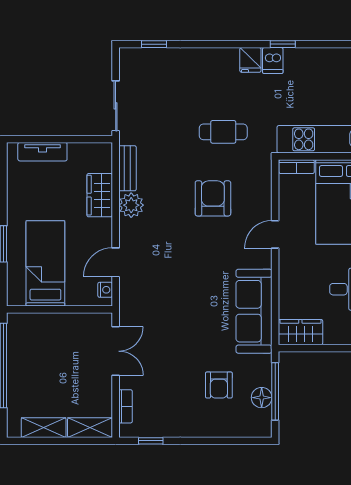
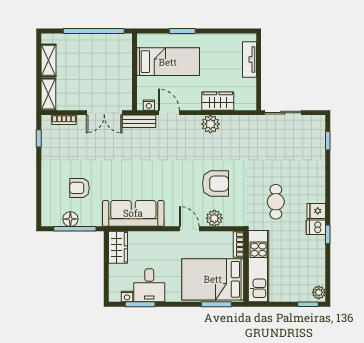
cafe table: (223, 132) -> (276, 202), moved
bench: (127, 168) -> (139, 121), moved
plant: (260, 200) -> (214, 218), added

